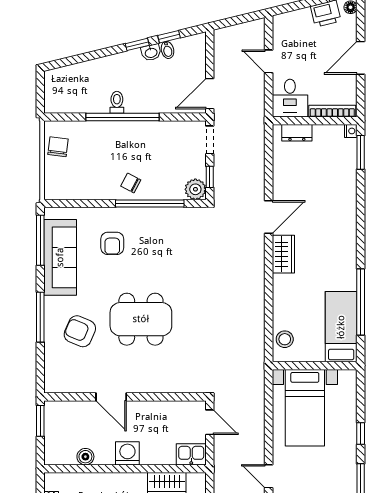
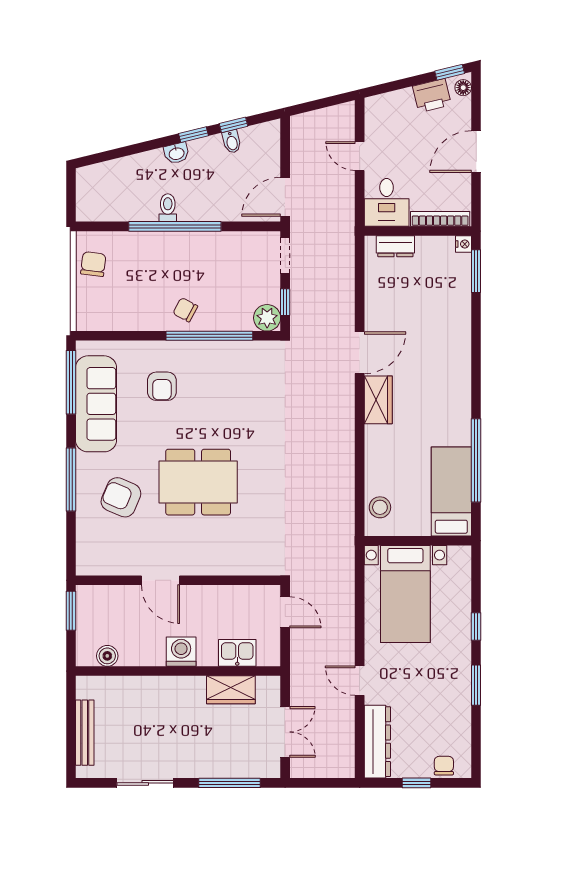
washbasin: (151, 52) -> (176, 153), moved
kitchen sink: (191, 454) -> (237, 653), moved
boiler: (85, 457) -> (107, 656), moved

